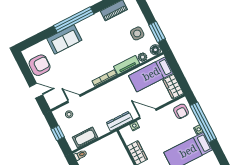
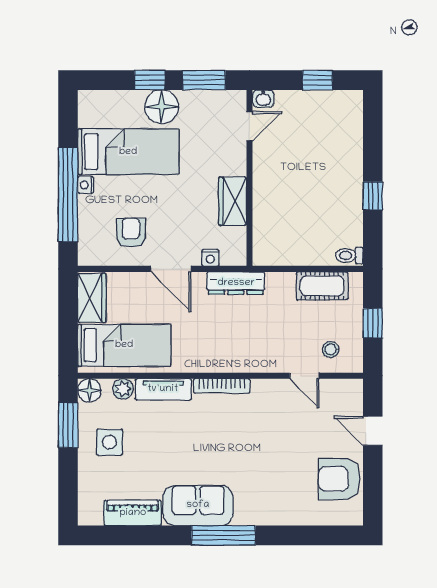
window: (74, 20) -> (223, 535), width x0.68
sofa: (64, 39) -> (198, 505), moved
armchair: (181, 111) -> (131, 233), moved

